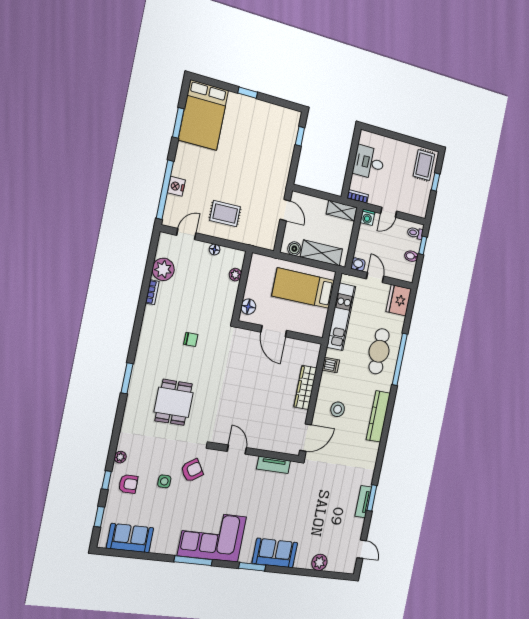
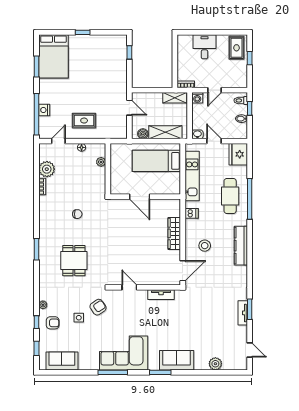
desk: (369, 162) -> (204, 47), moved, turned 90
floor lamp: (248, 307) -> (116, 183), removed

